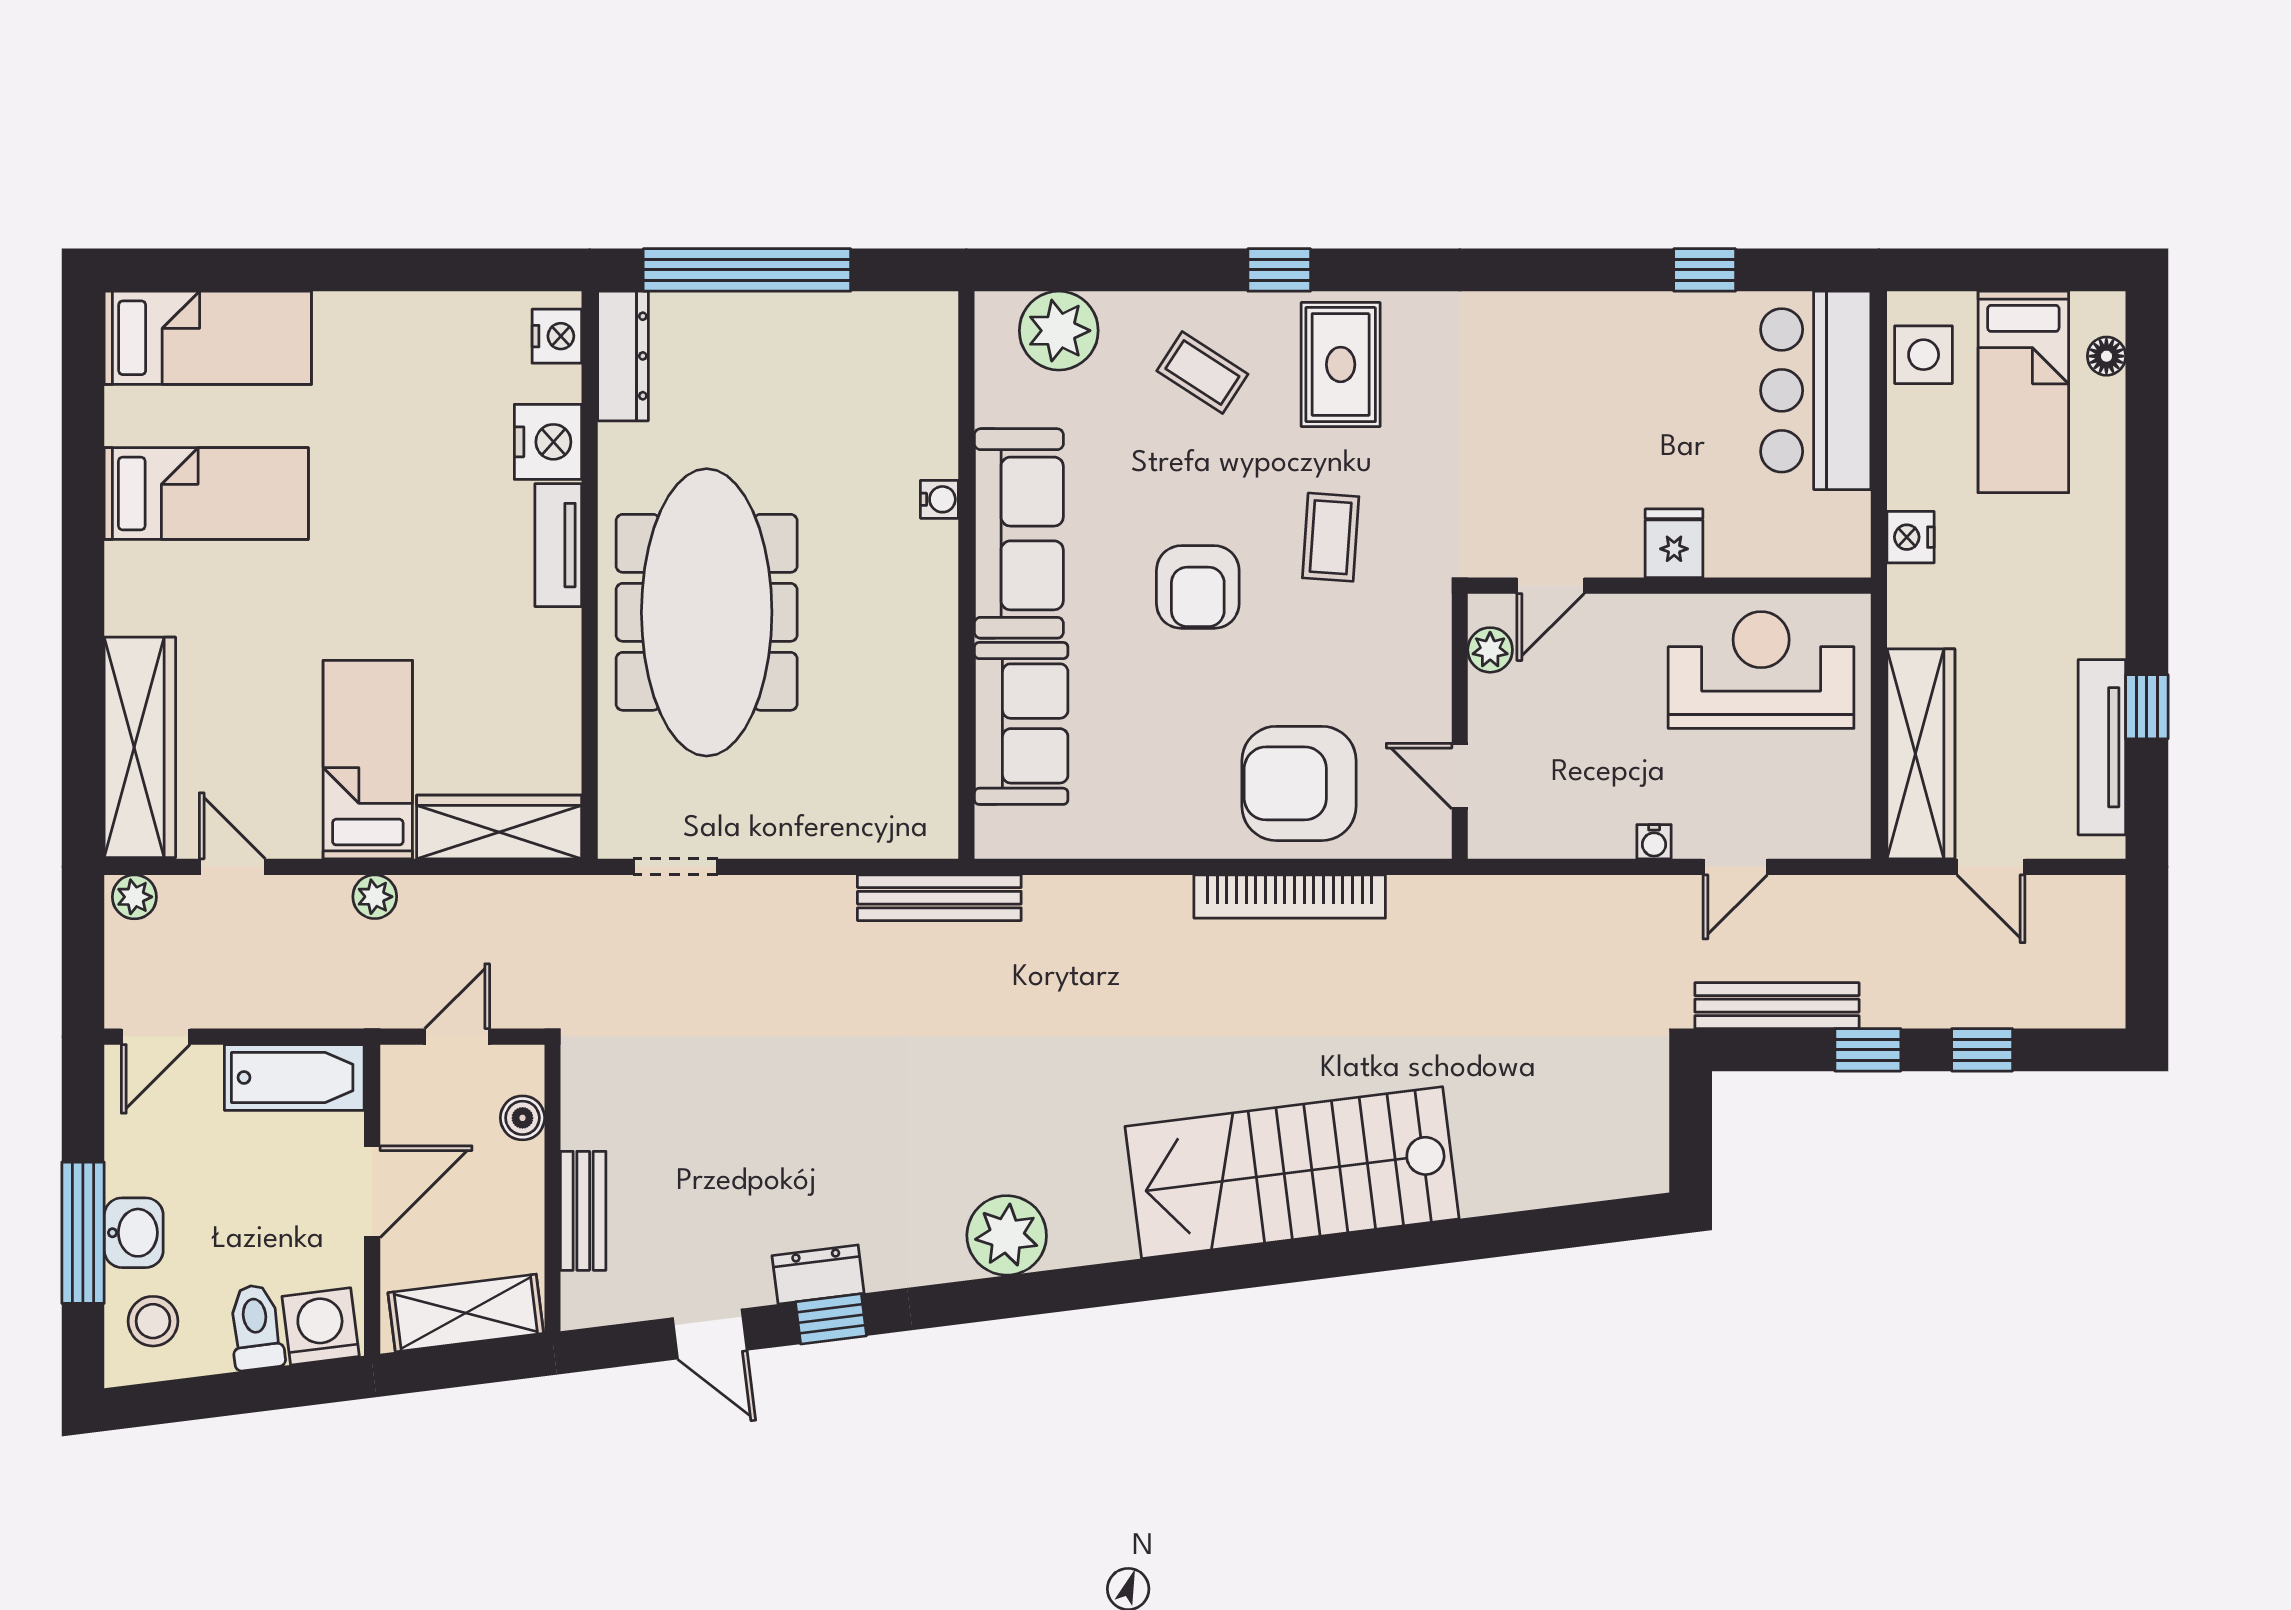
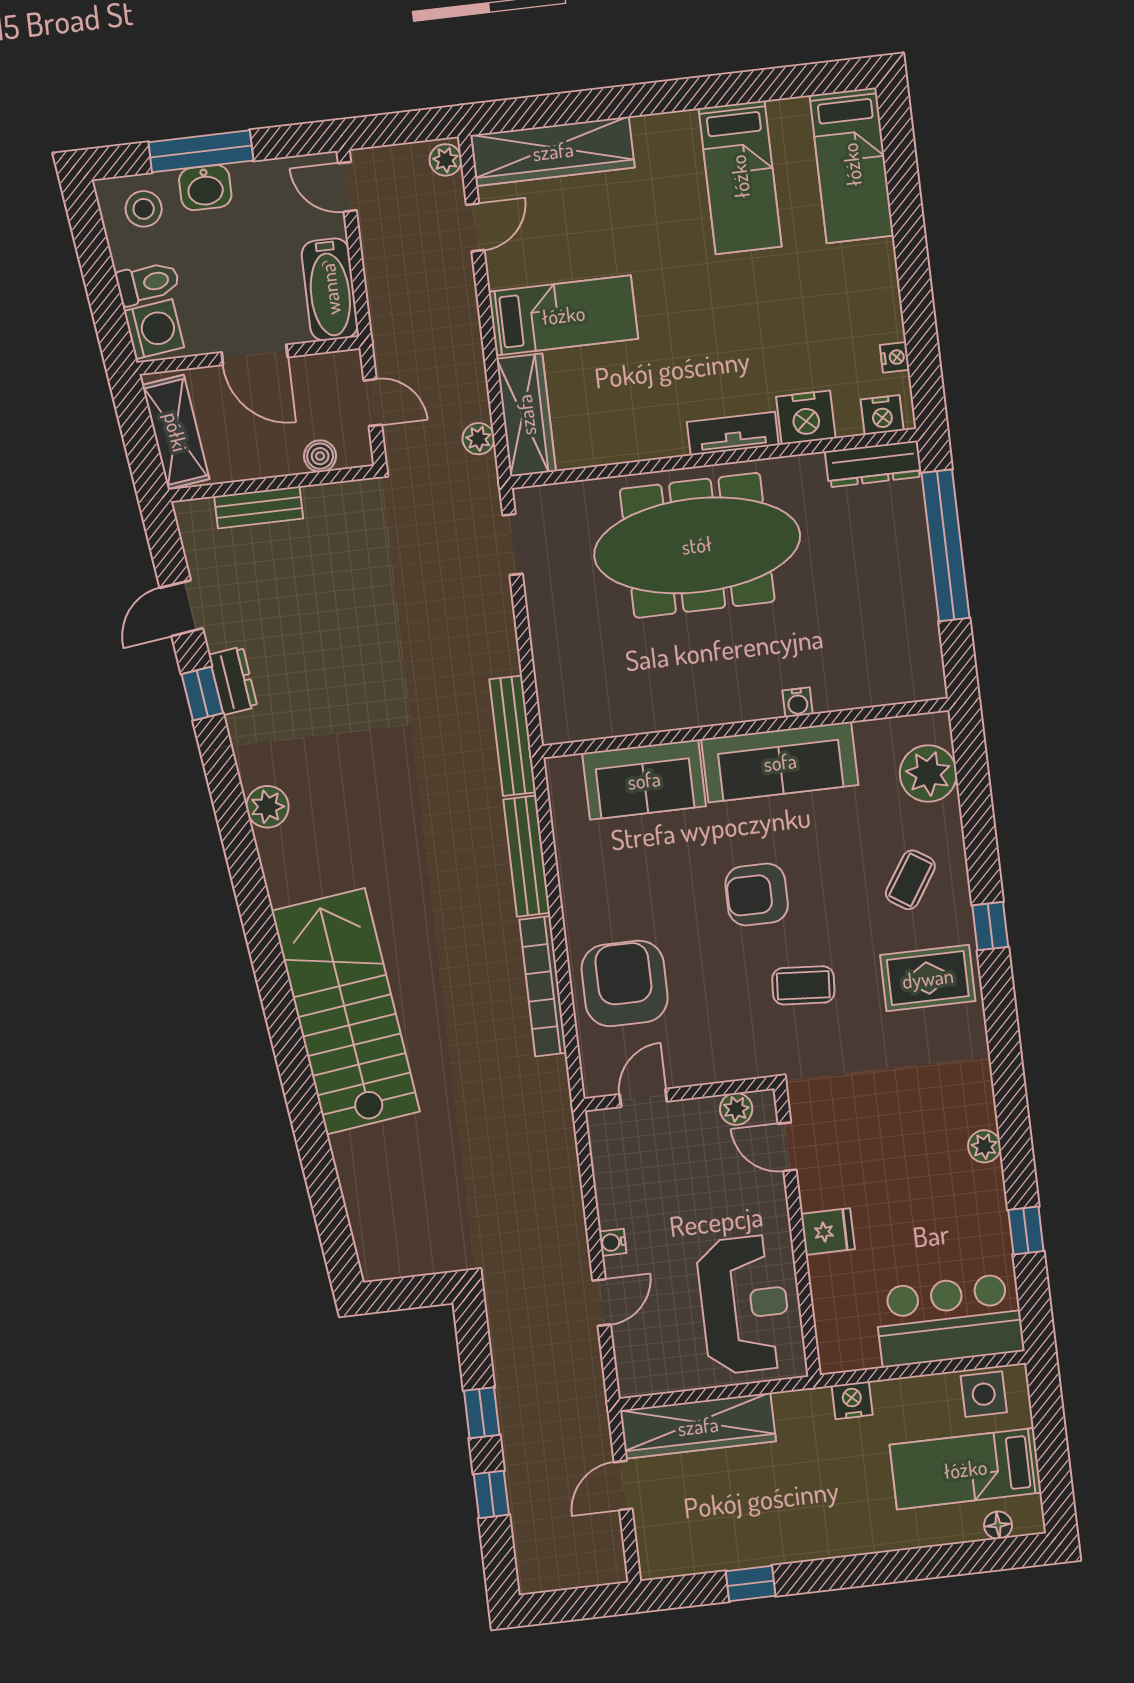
nightstand: (479, 310) -> (895, 357), added
plant: (1582, 314) -> (984, 1146), added
tv unit: (2102, 747) -> (718, 1555), removed
door: (1735, 867) -> (602, 1302), swing flipped
plant: (375, 897) -> (478, 439), moved
bench: (1777, 1006) -> (527, 856), moved
plant: (1007, 1235) -> (267, 807), width x0.73, depth x0.73

